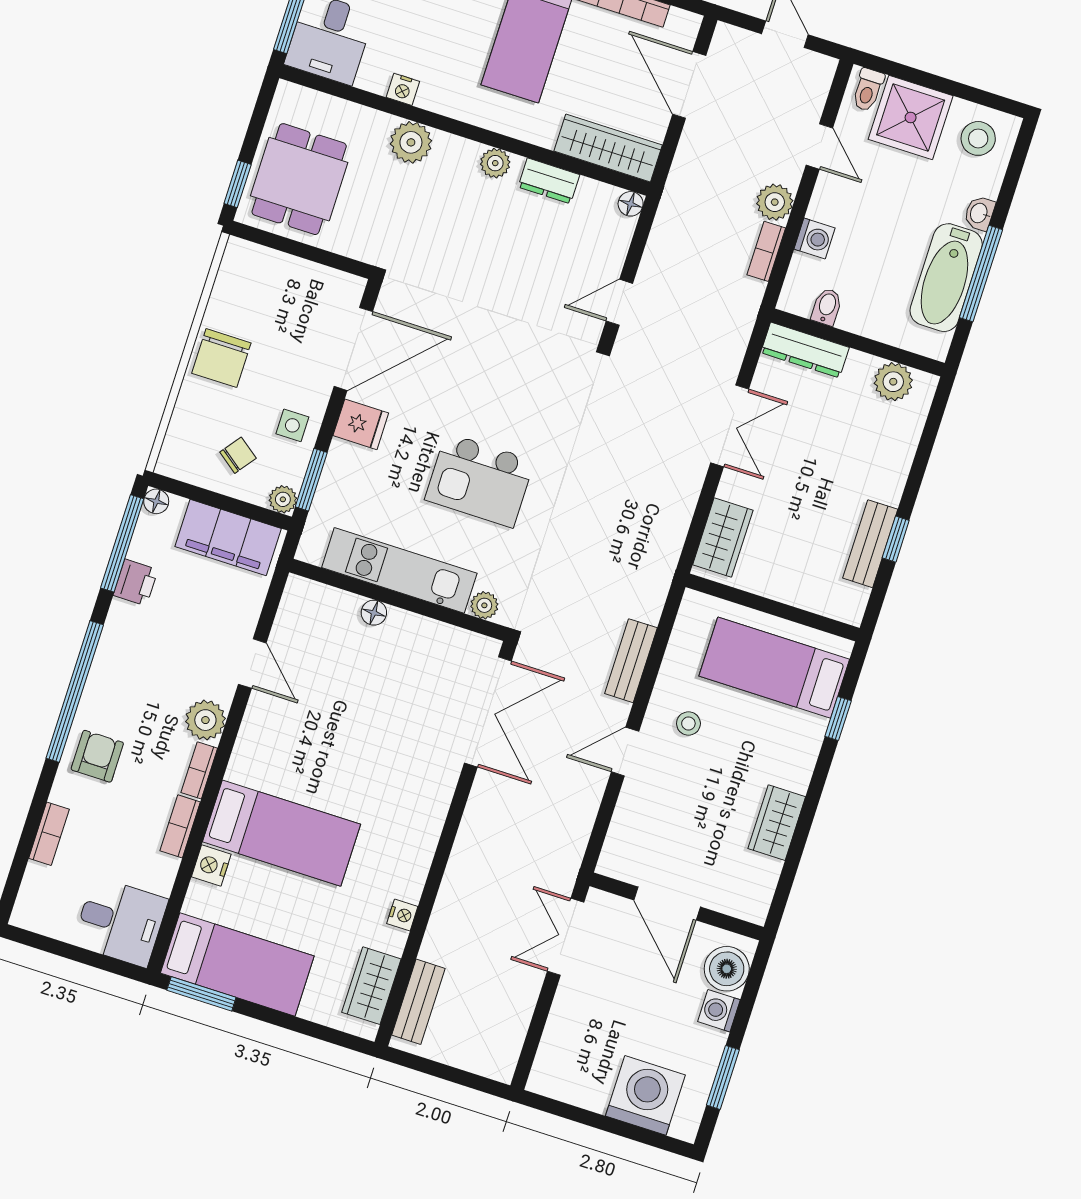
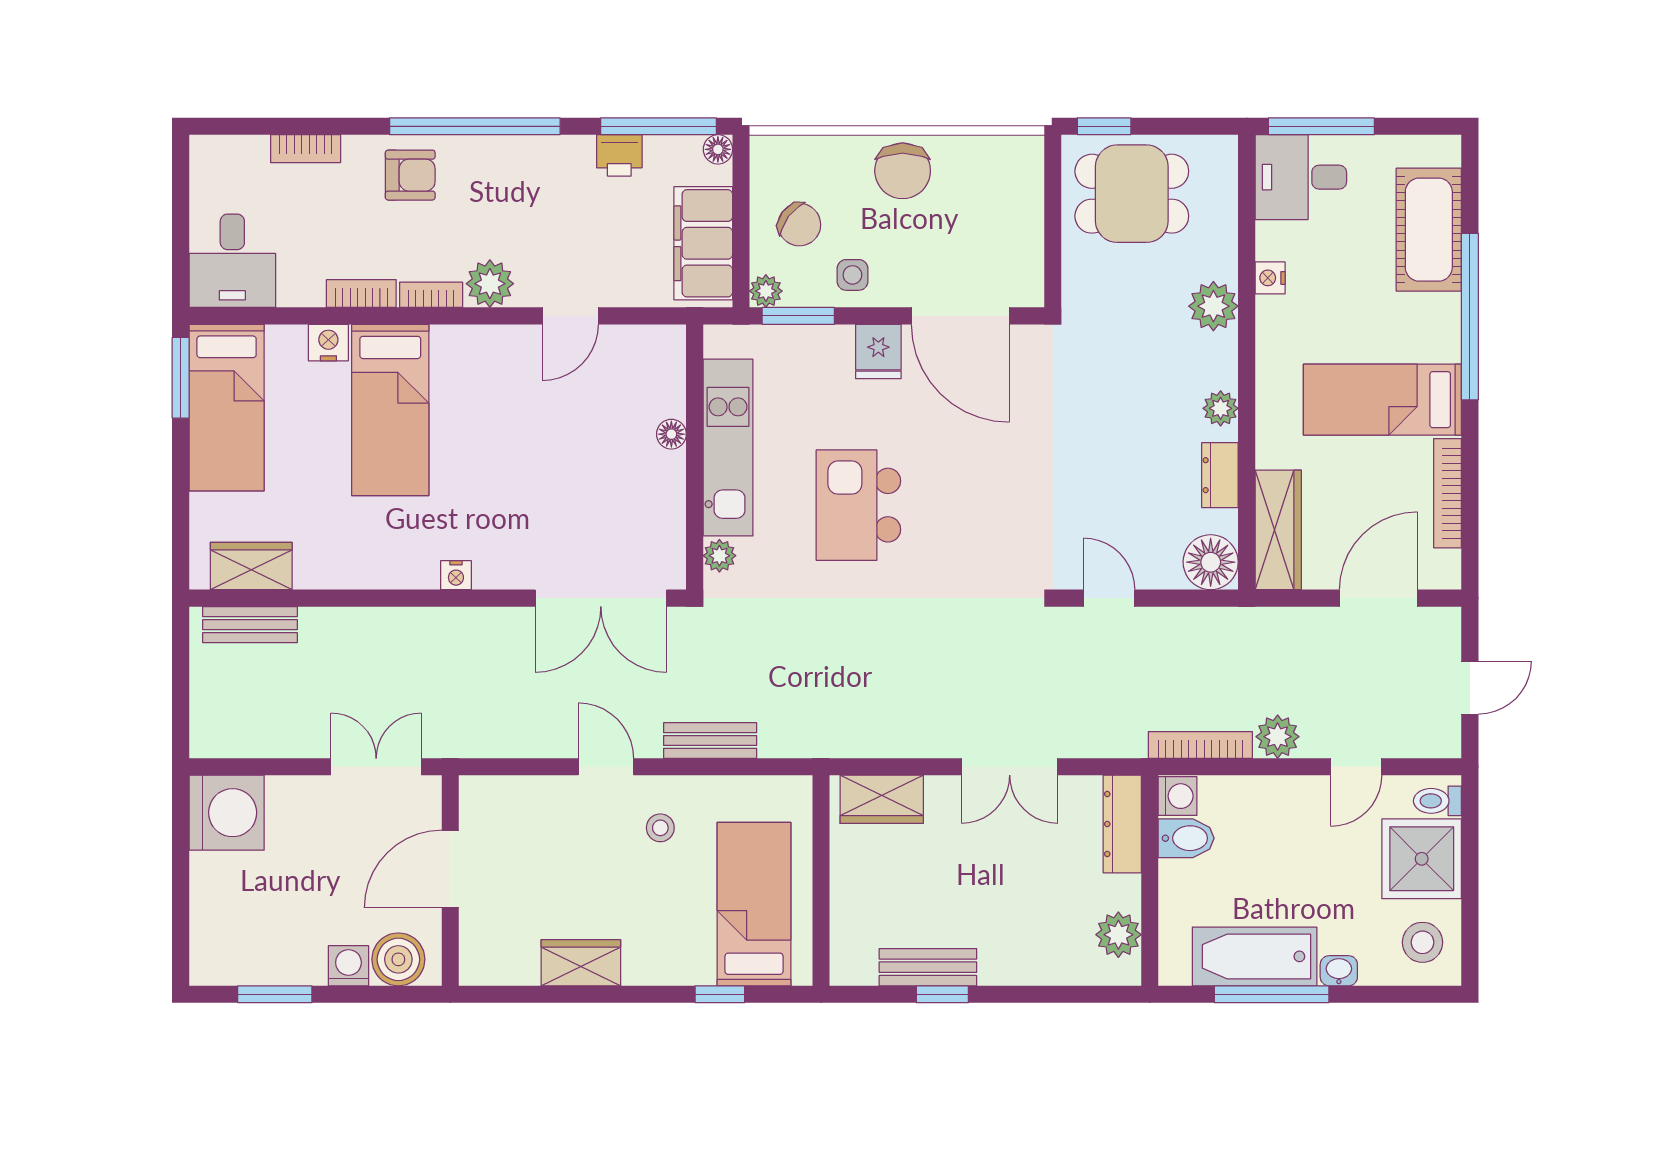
floor lamp: (631, 204) -> (1211, 562), width x1.89, depth x1.89
washing machine: (815, 239) -> (1178, 796), moved, turned -90
bookcase: (766, 251) -> (1200, 745), width x1.56
bidet: (827, 307) -> (1186, 838), width x1.38, depth x1.36
chair: (221, 358) -> (903, 171), turned -90
chair: (238, 455) -> (799, 225), width x1.37, depth x1.37
nightstand: (402, 915) -> (456, 575), moved
washing machine: (645, 1095) -> (227, 813), moved

